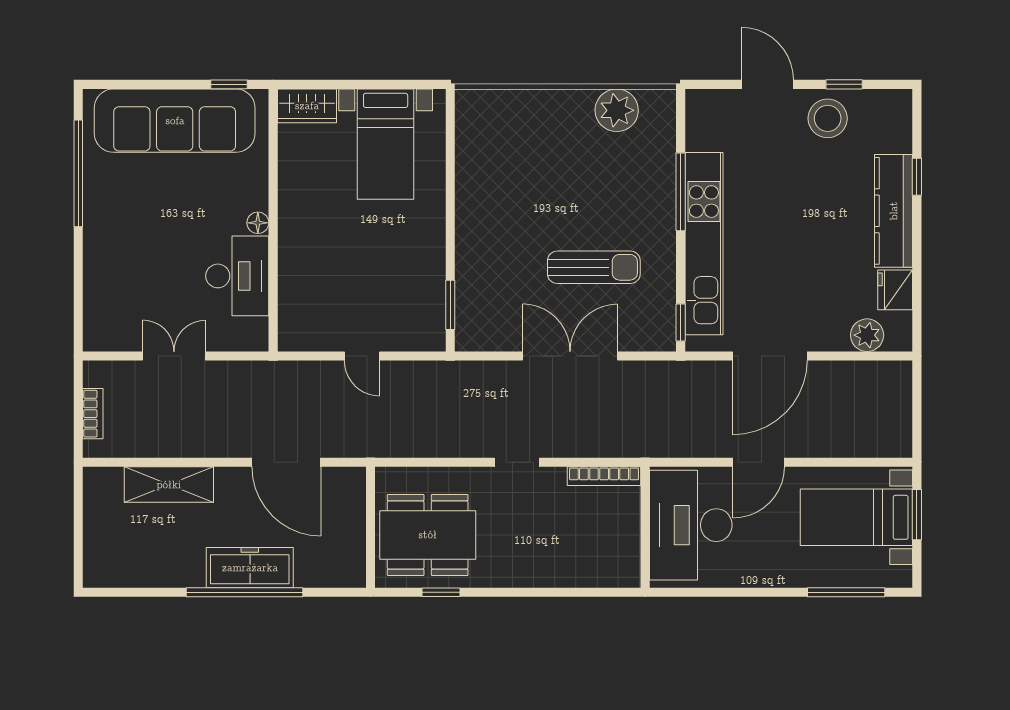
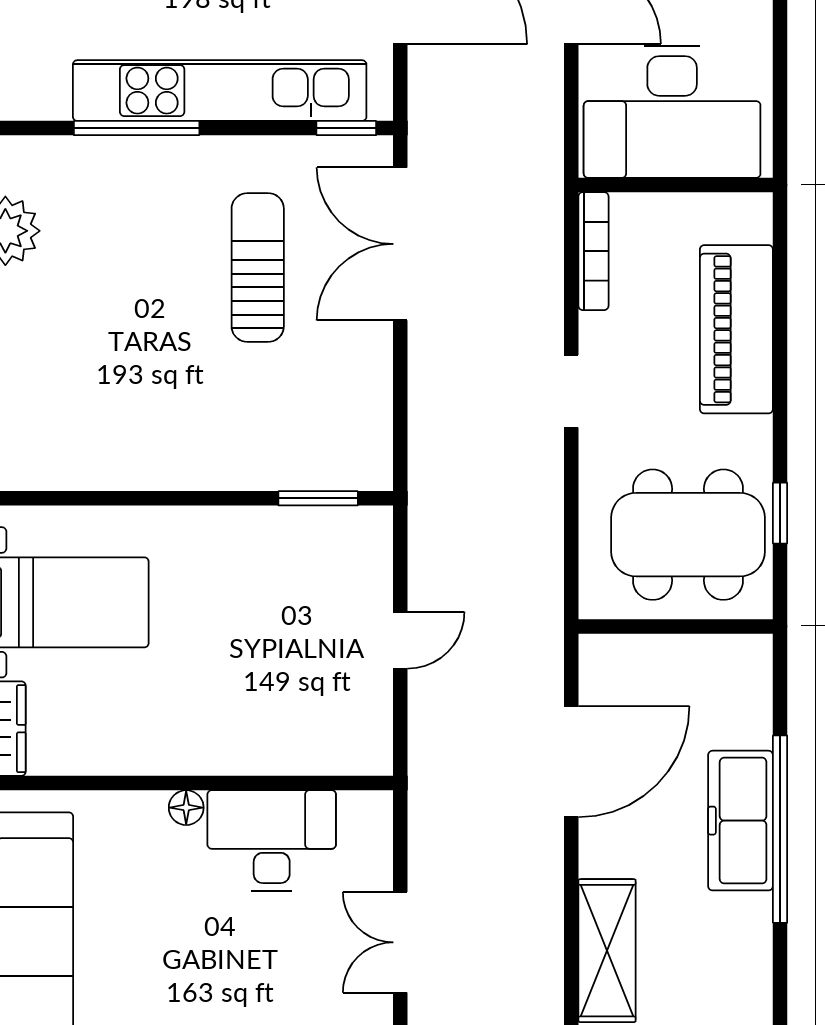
double door: (570, 356) -> (400, 244), moved
dining table: (428, 535) -> (688, 535), turned 90
piano: (555, 565) -> (736, 329), added

